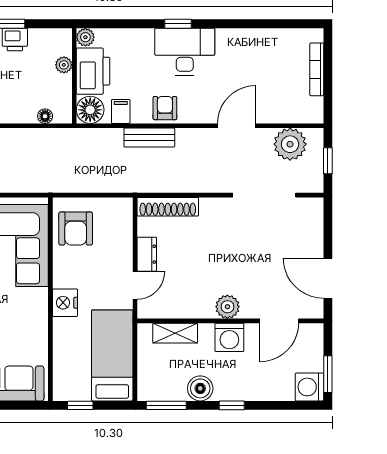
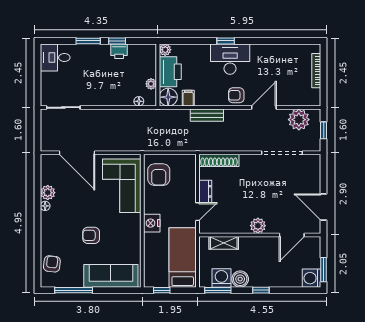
plant: (64, 65) -> (151, 84), moved
armchair: (165, 108) -> (236, 95), moved, turned -90
washing machine: (229, 337) -> (221, 278), moved, turned 180

